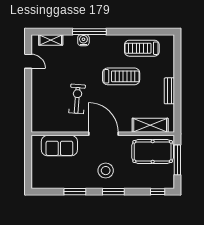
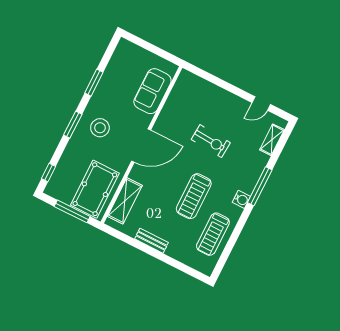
water cooler: (83, 40) -> (241, 199), moved
treadmill: (142, 48) -> (213, 234), turned 180
exercise bike: (77, 99) -> (211, 141), moved

